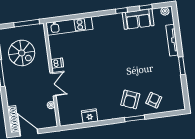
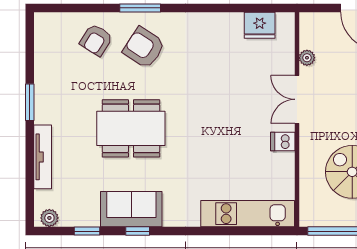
sofa: (138, 19) -> (131, 209), moved
dining table: (131, 60) -> (131, 128), added
armchair: (130, 99) -> (144, 48), turned -79
fridge: (90, 116) -> (260, 25), moved

